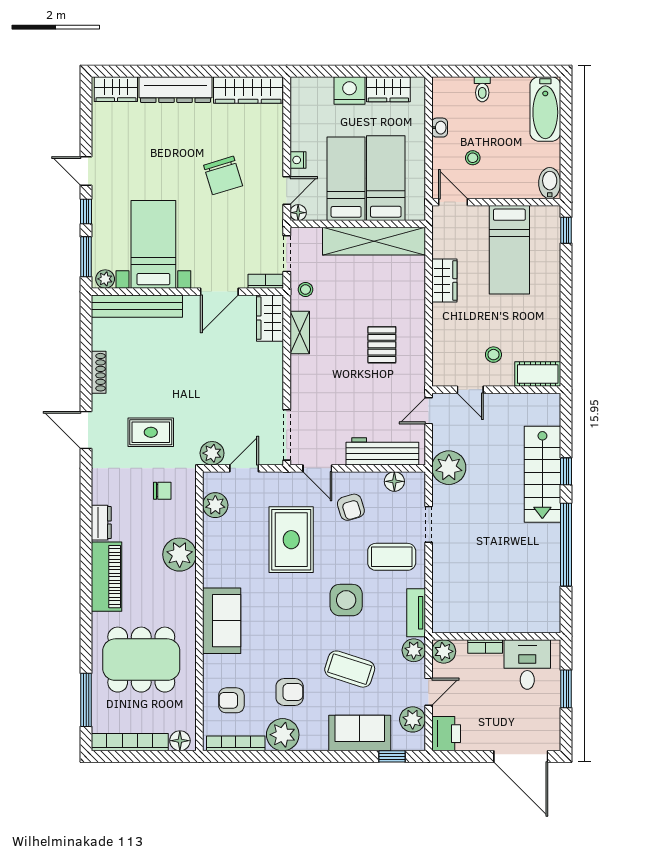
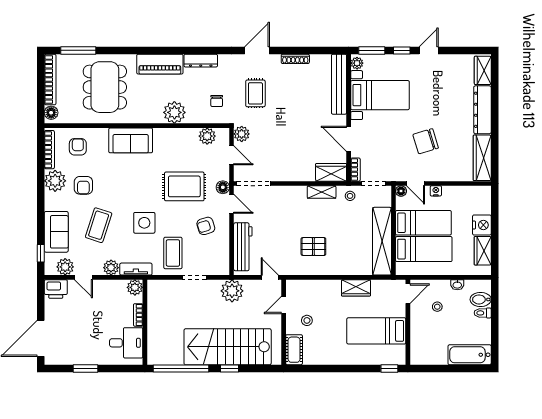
bidet: (550, 183) -> (481, 299), moved, turned 180
door: (317, 468) -> (232, 204), swing flipped
stairs: (542, 474) -> (228, 347), width x1.36, depth x1.51
floor lamp: (394, 481) -> (223, 187), moved
dresser: (101, 523) -> (201, 61), width x1.44
wall: (496, 636) -> (145, 322), moved
bookcase: (485, 646) -> (138, 315), moved
plant: (444, 651) -> (135, 287), moved
desk: (527, 664) -> (126, 343), moved

